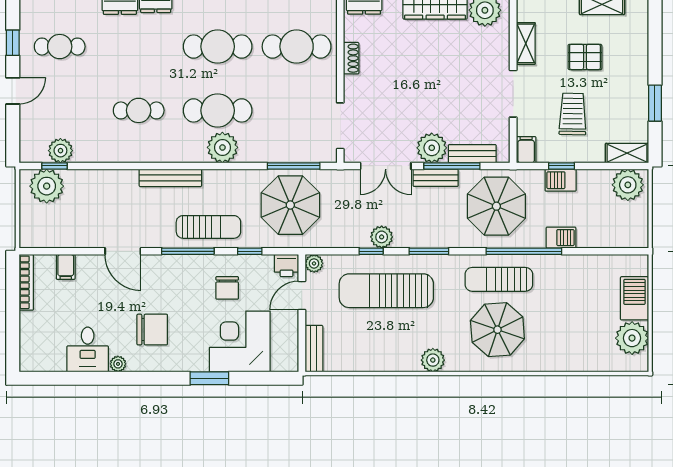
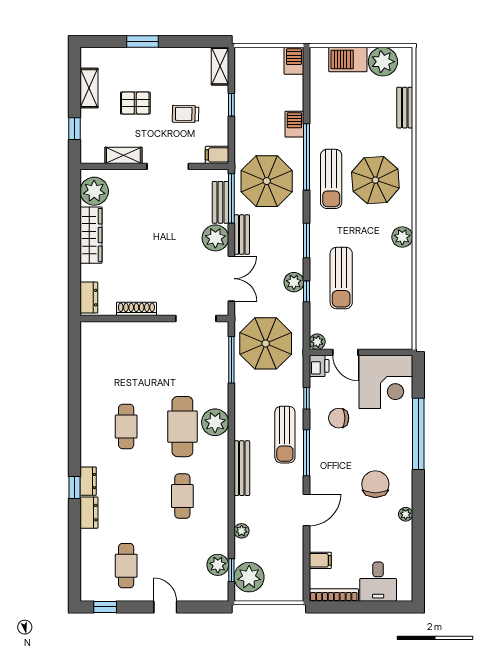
window: (13, 43) -> (105, 607), moved
cafe table: (218, 47) -> (126, 427), width x0.73, depth x0.74
cafe table: (297, 47) -> (126, 357), removed
pallet: (585, 57) -> (135, 103), turned 90
shoe rack: (351, 58) -> (136, 309), width x1.43
window: (655, 103) -> (142, 41), moved
trolley: (573, 114) -> (186, 114), width x0.73, depth x0.72
window: (452, 166) -> (231, 198), moved
window: (562, 166) -> (231, 105), moved
barbecue: (561, 180) -> (294, 61), moved, turned 180
plant: (628, 185) -> (242, 531), moved, width x0.53, depth x0.53
parasol: (290, 205) -> (266, 343), moved
sun lounger: (208, 227) -> (285, 435), turned 180
chair: (227, 288) -> (339, 418), turned 180
sun lounger: (386, 291) -> (341, 278), width x0.73, depth x0.75
corner desk: (240, 341) -> (386, 382), moved, turned -90
desk: (88, 349) -> (378, 582), moved, turned 90
bench: (314, 349) -> (405, 108), moved, turned 90
window: (209, 378) -> (418, 434), width x2.11

